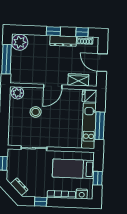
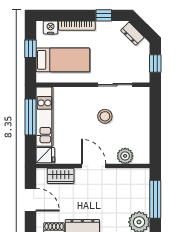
door: (53, 86) -> (94, 166), hinge flipped
plant: (17, 93) -> (125, 156), moved
stool: (36, 112) -> (105, 116), moved

